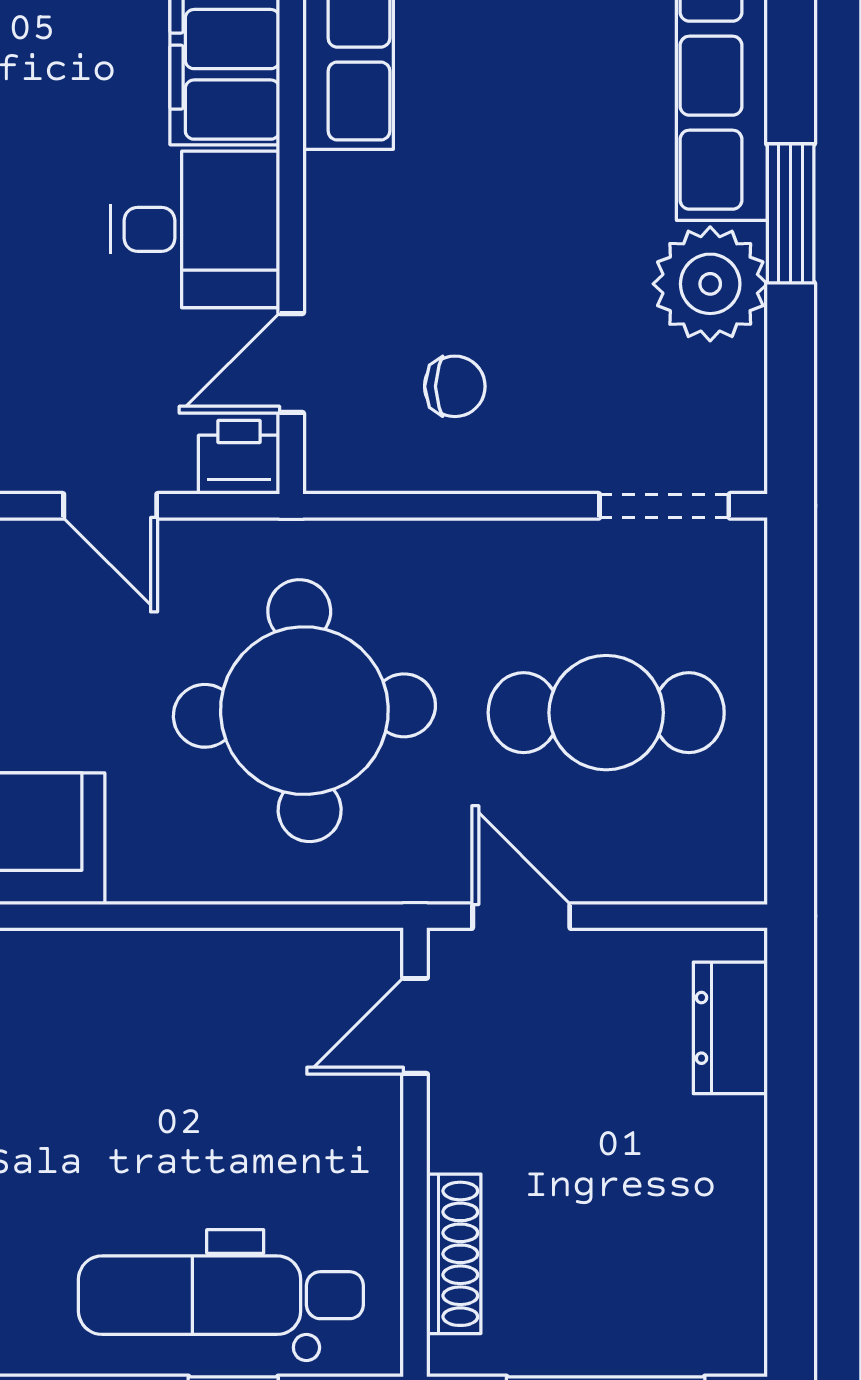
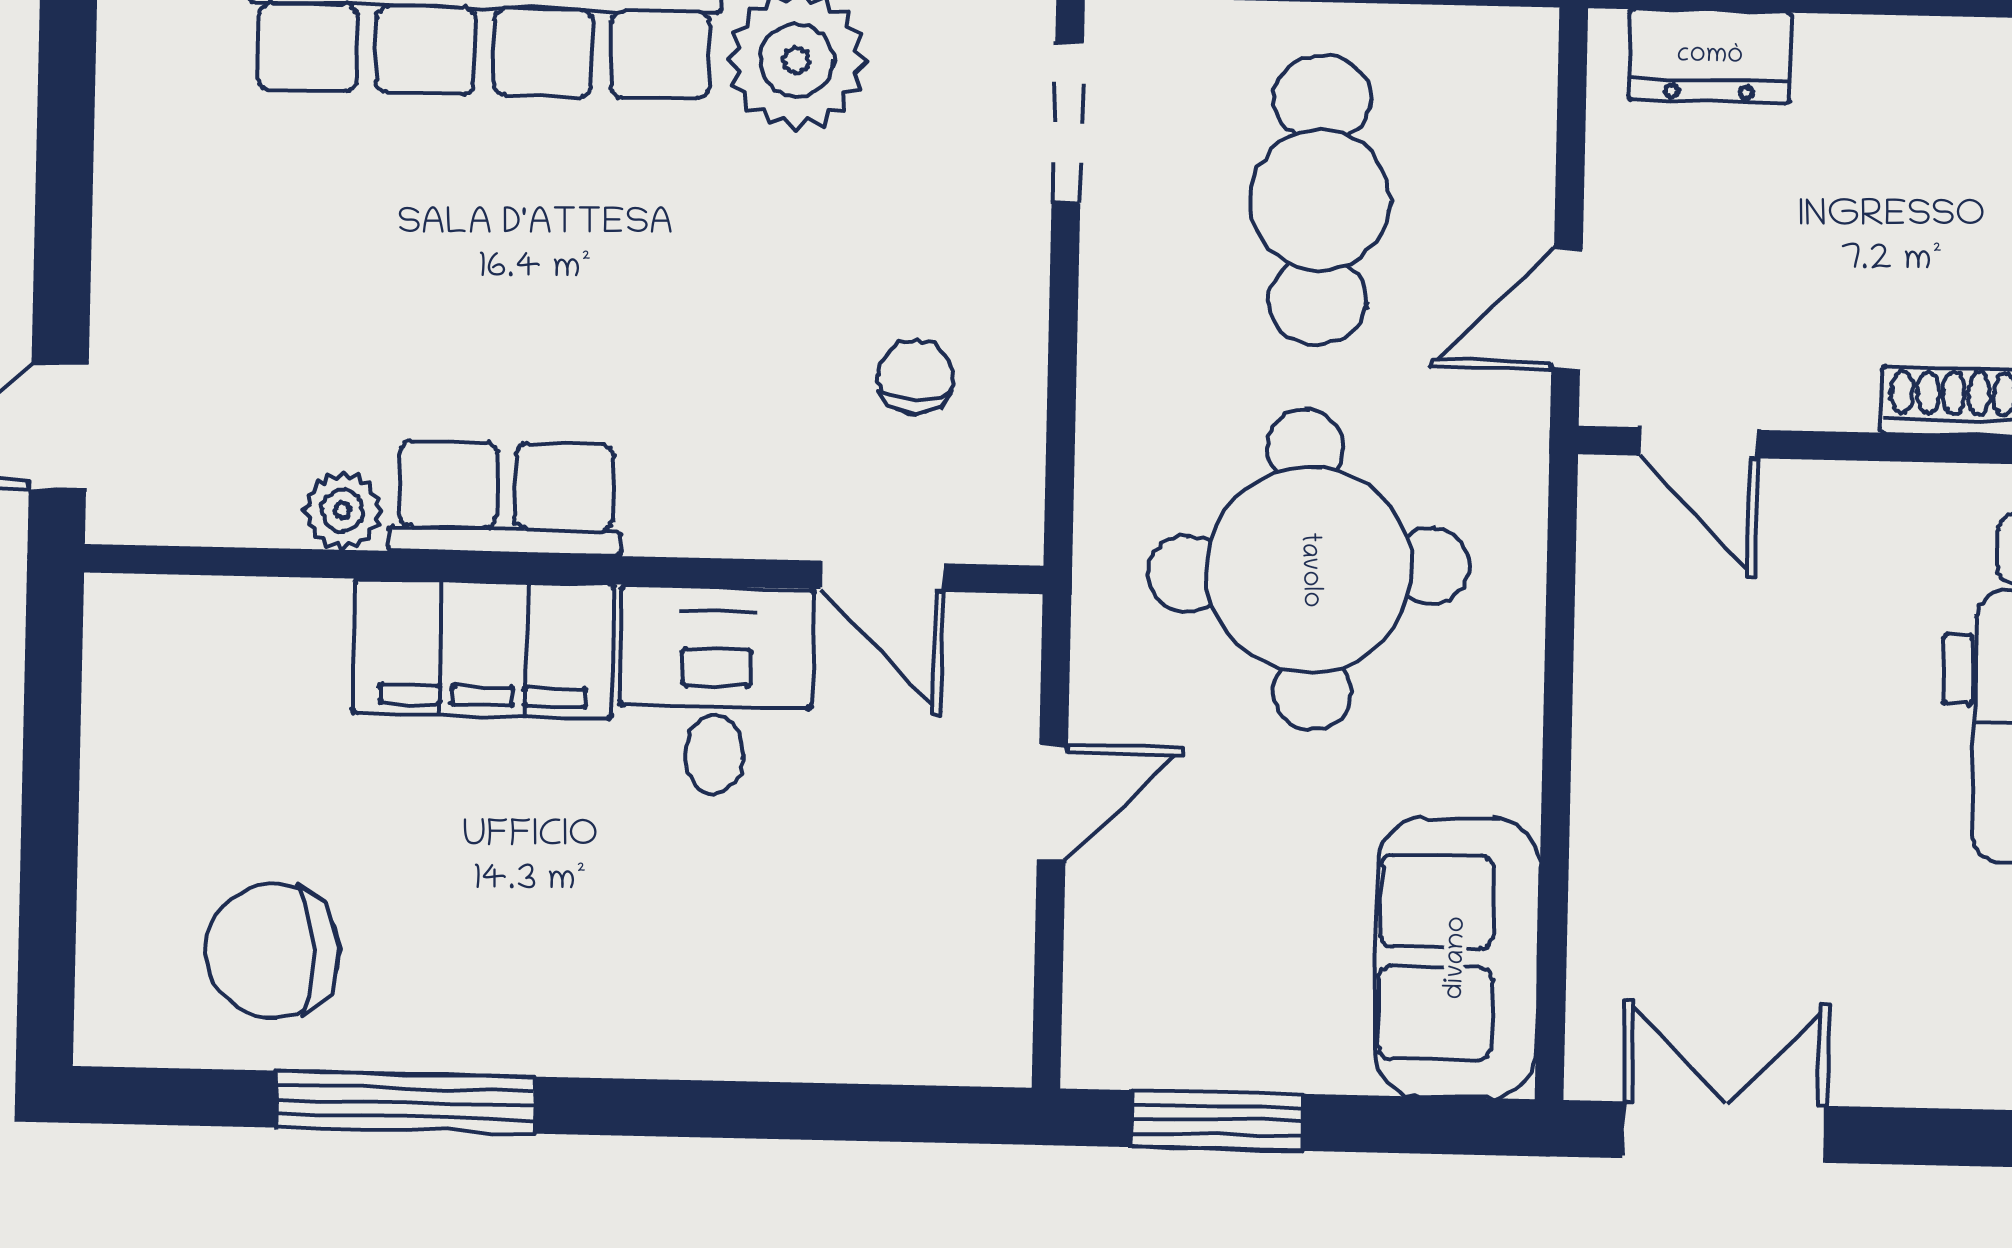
printer: (239, 457) -> (996, 643), removed

